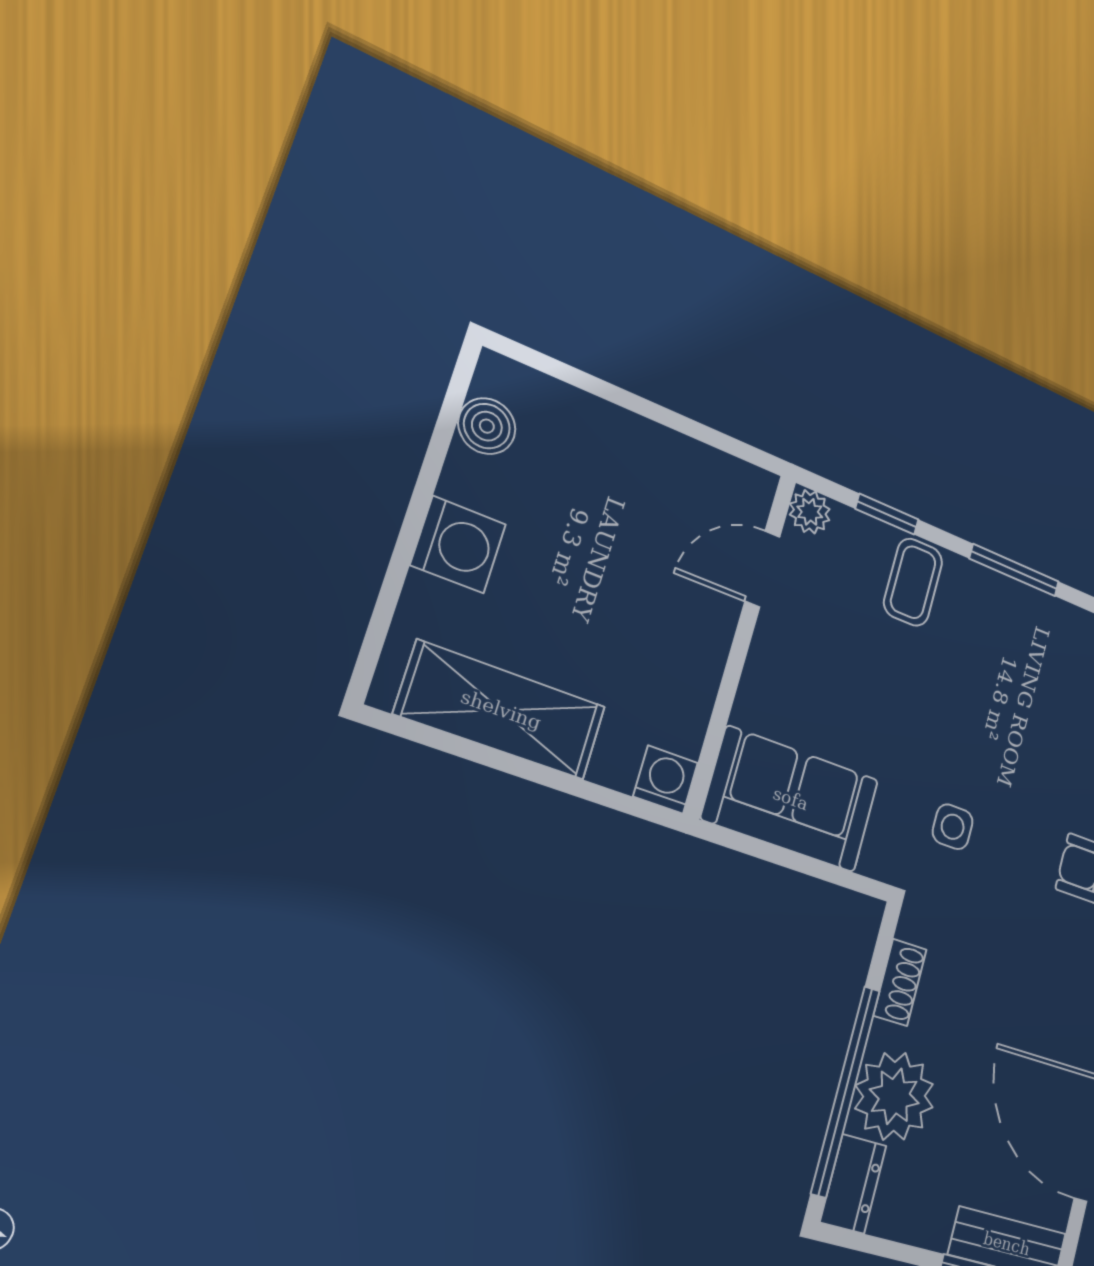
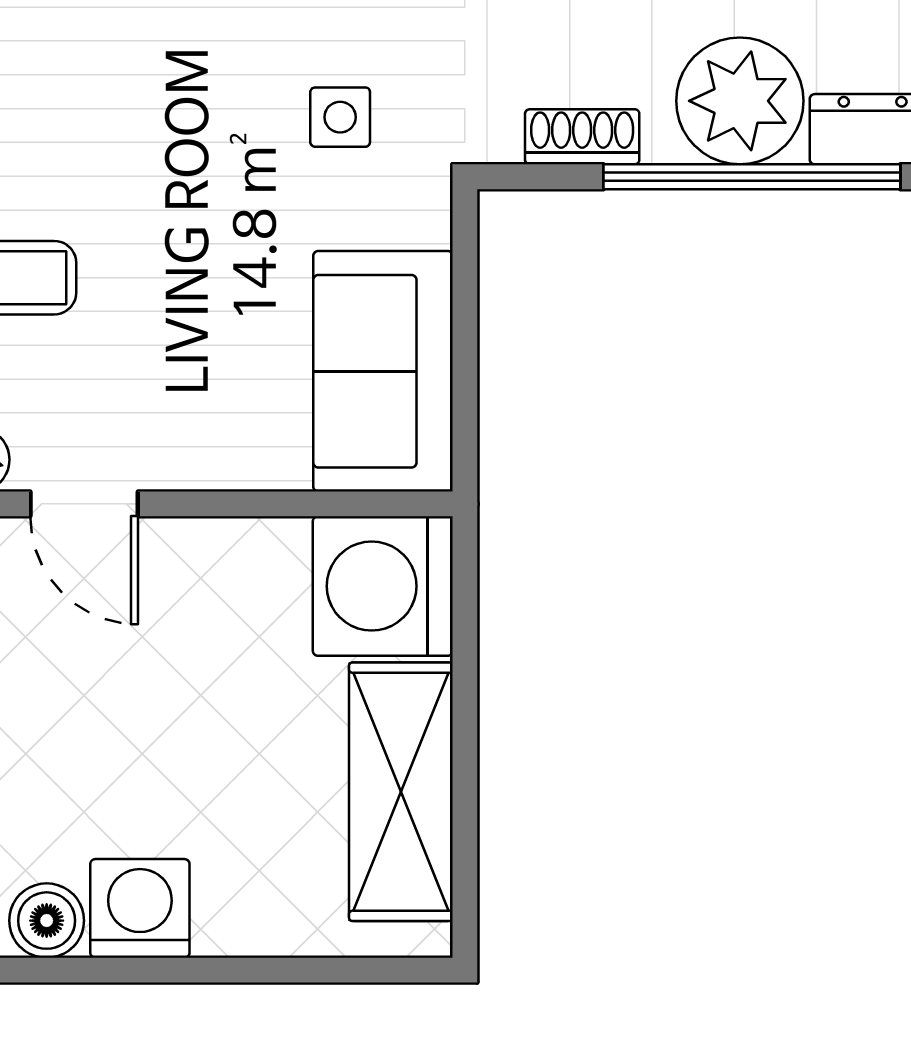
washing machine: (458, 545) -> (140, 908), moved
washing machine: (666, 780) -> (383, 586), width x1.89, depth x1.89

